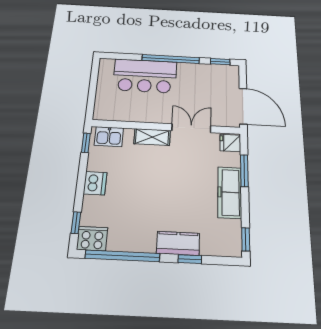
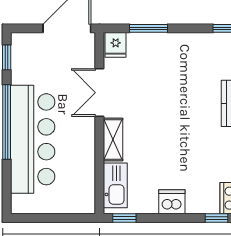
bar counter: (145, 76) -> (33, 139), width x1.36
kitchen sink: (109, 137) -> (115, 185), width x1.38
freezer: (230, 192) -> (175, 46), removed

